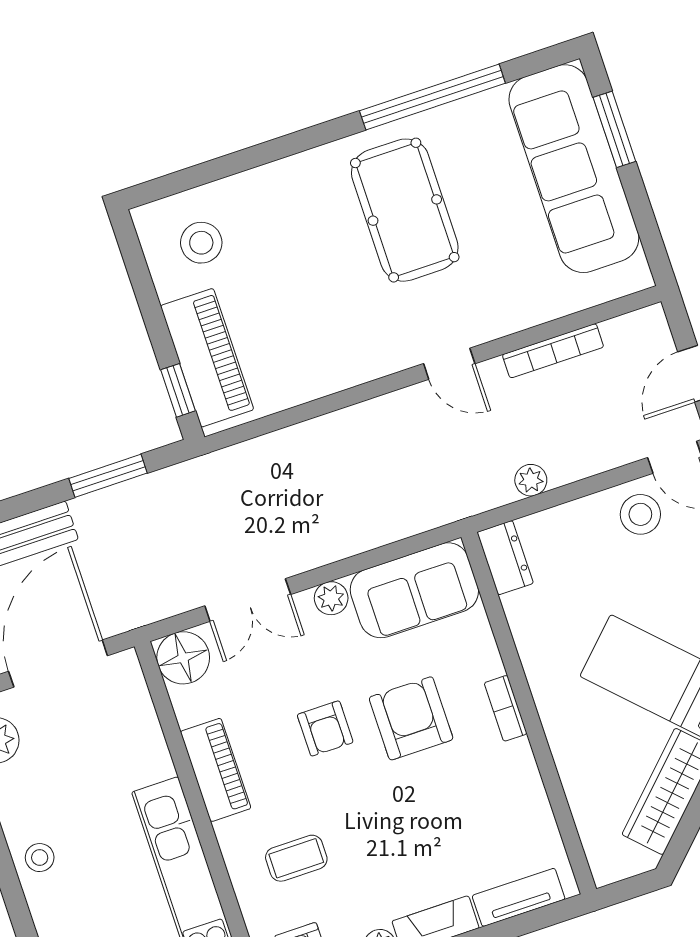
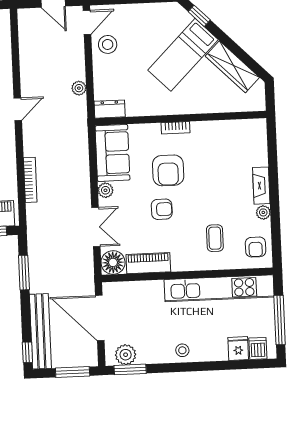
bookcase: (553, 351) -> (30, 180), moved
armchair: (411, 718) -> (168, 170), turned -90
piano: (216, 770) -> (148, 263), moved
tv unit: (519, 897) -> (260, 146), removed

